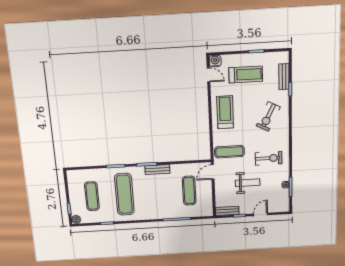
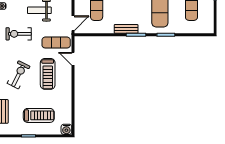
door: (209, 75) -> (73, 59), moved
treadmill: (246, 75) -> (39, 115), turned 180
treadmill: (225, 112) -> (48, 74), moved

